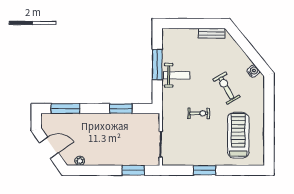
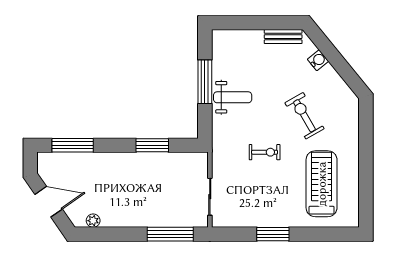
water cooler: (253, 71) -> (318, 60), moved
window: (133, 170) -> (170, 234), width x1.44

